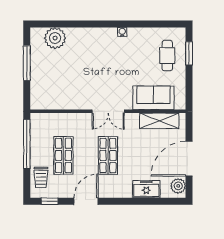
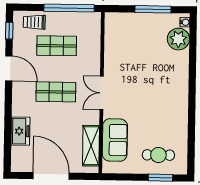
water cooler: (122, 32) -> (185, 22), moved
plant: (178, 186) -> (23, 164), removed

